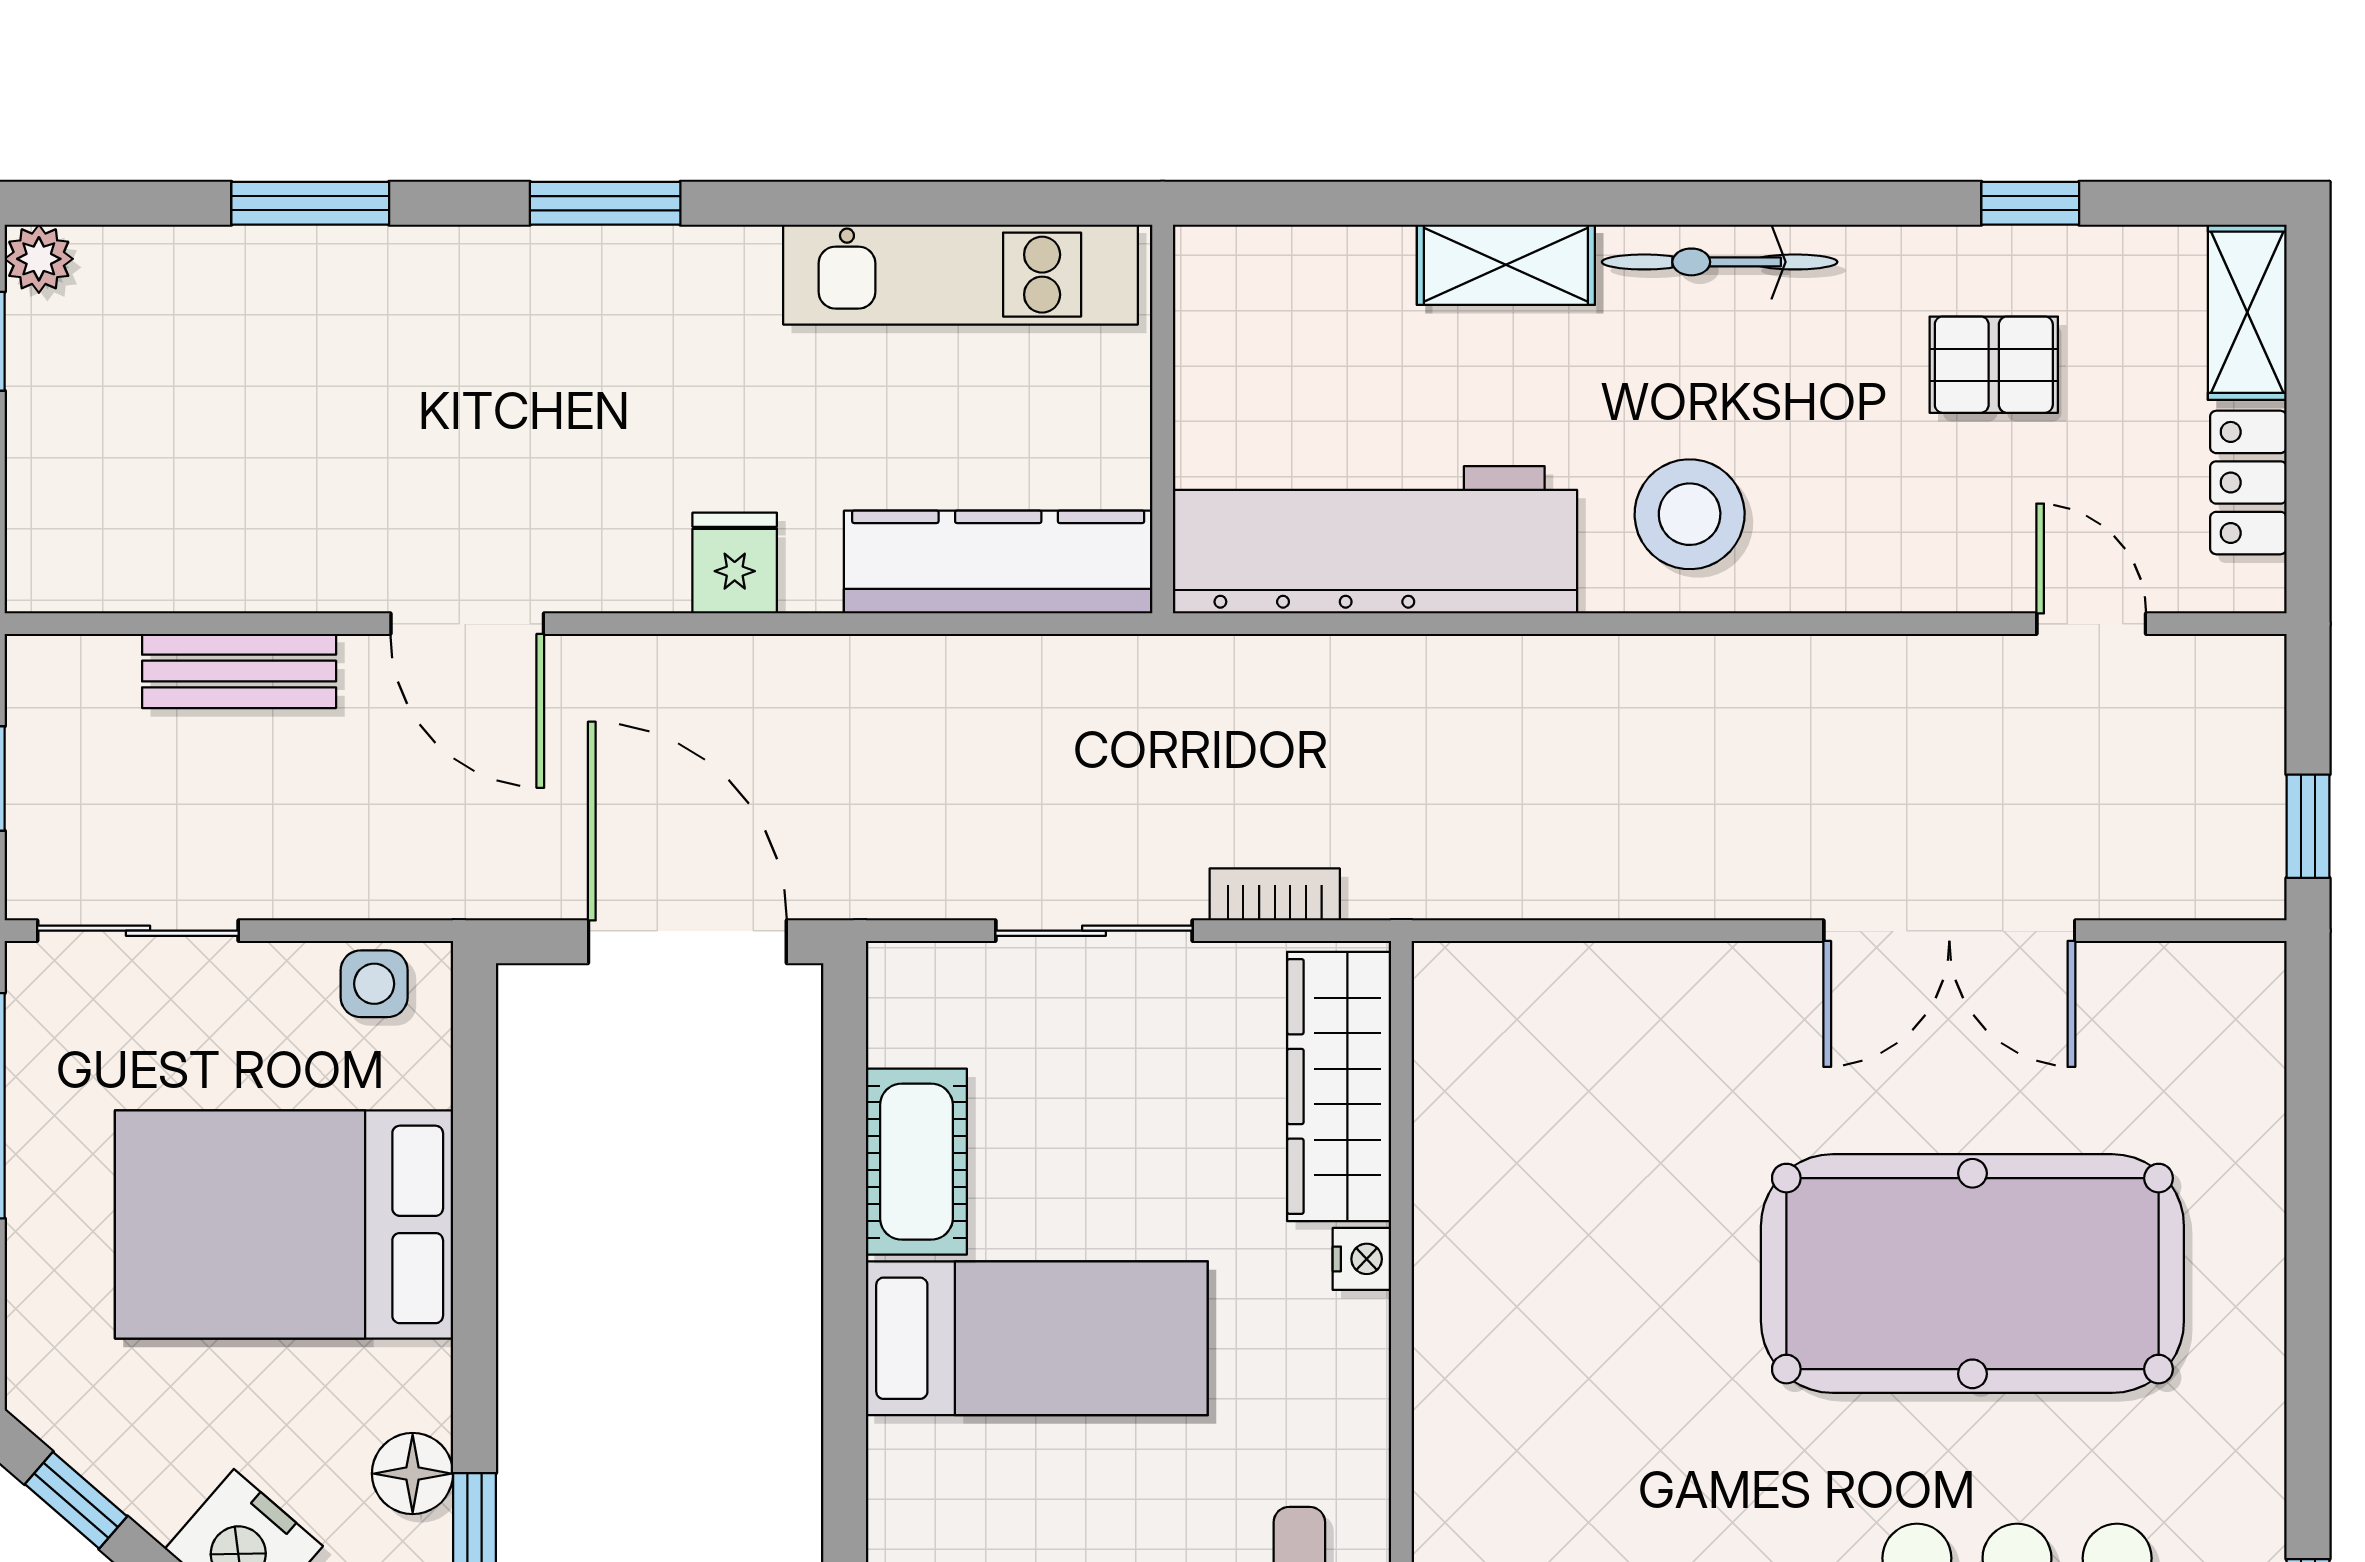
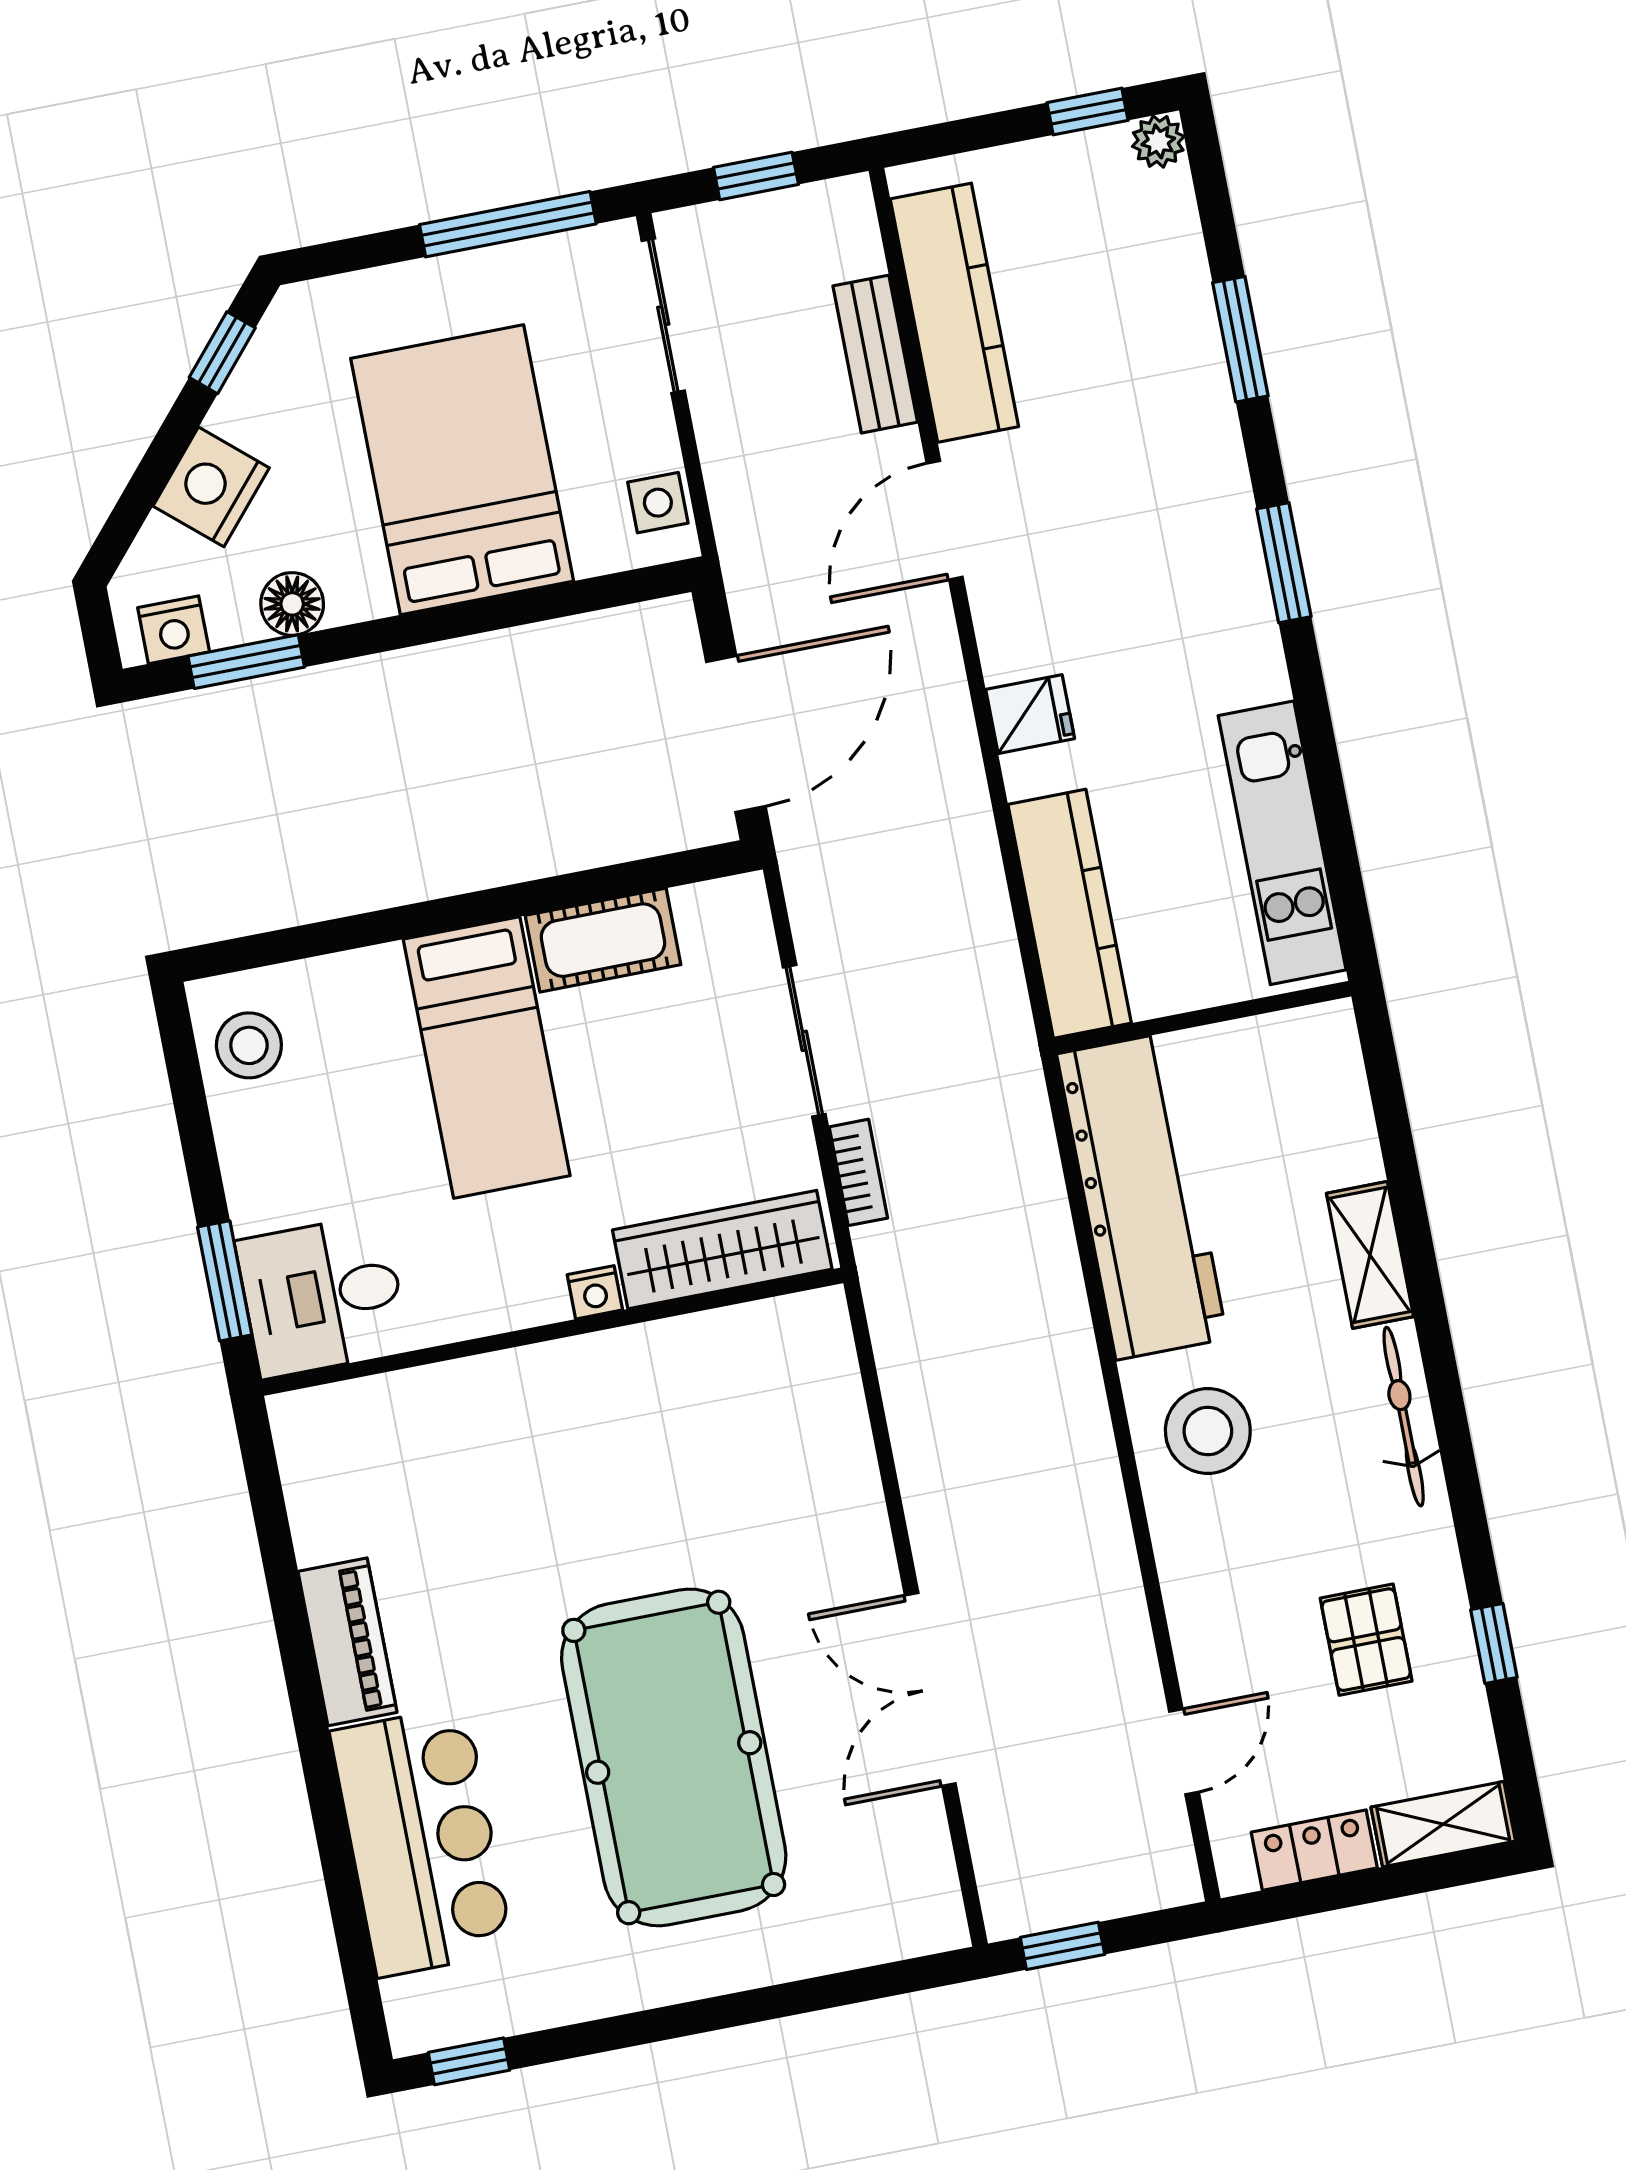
kitchen counter: (206, 560) -> (954, 313), added

